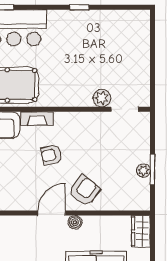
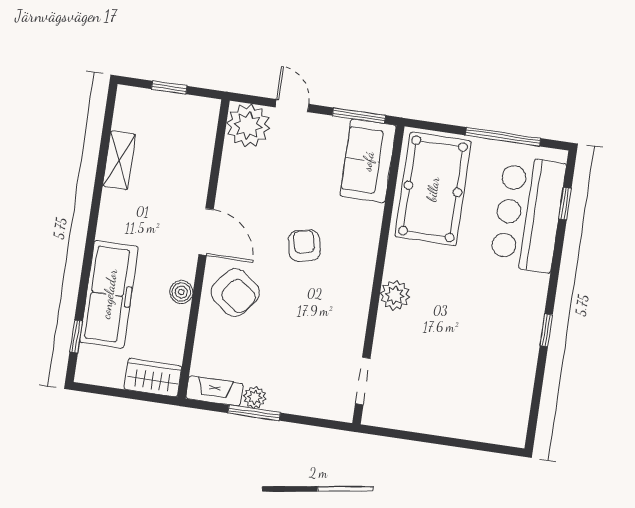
plant: (102, 98) -> (395, 295), moved
fireplace: (37, 119) -> (214, 391), moved, turned 90
boiler: (75, 222) -> (181, 292), moved

